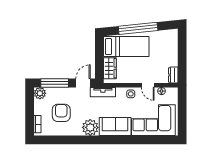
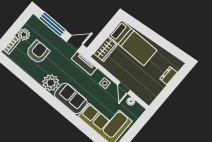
window: (138, 28) -> (154, 37), removed
dresser: (173, 75) -> (168, 76), moved
plant: (40, 93) -> (24, 35), moved

